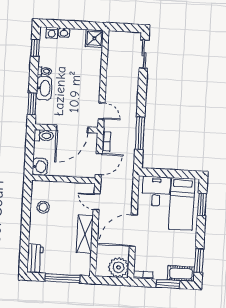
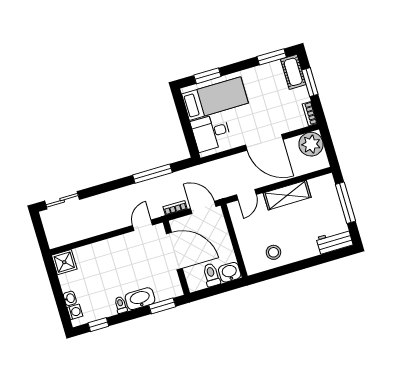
toilet: (44, 136) -> (211, 275), moved

